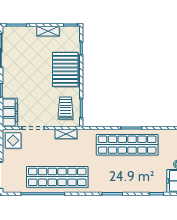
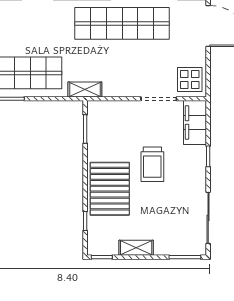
trolley: (66, 108) -> (152, 164), moved
shelving: (66, 134) -> (85, 90), moved

